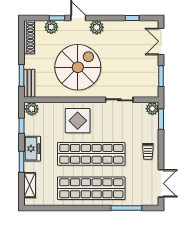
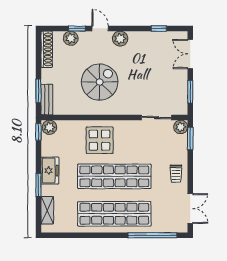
spiral stairs: (78, 67) -> (100, 82), width x0.73, depth x0.73
sliding door: (119, 100) -> (157, 117), moved
window: (22, 126) -> (38, 132), moved
window: (126, 208) -> (152, 235), width x1.46

